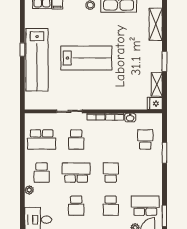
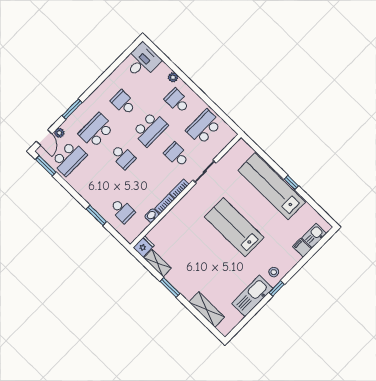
lab bench: (86, 58) -> (234, 227), turned 90
school desk: (111, 206) -> (96, 131), width x1.85

